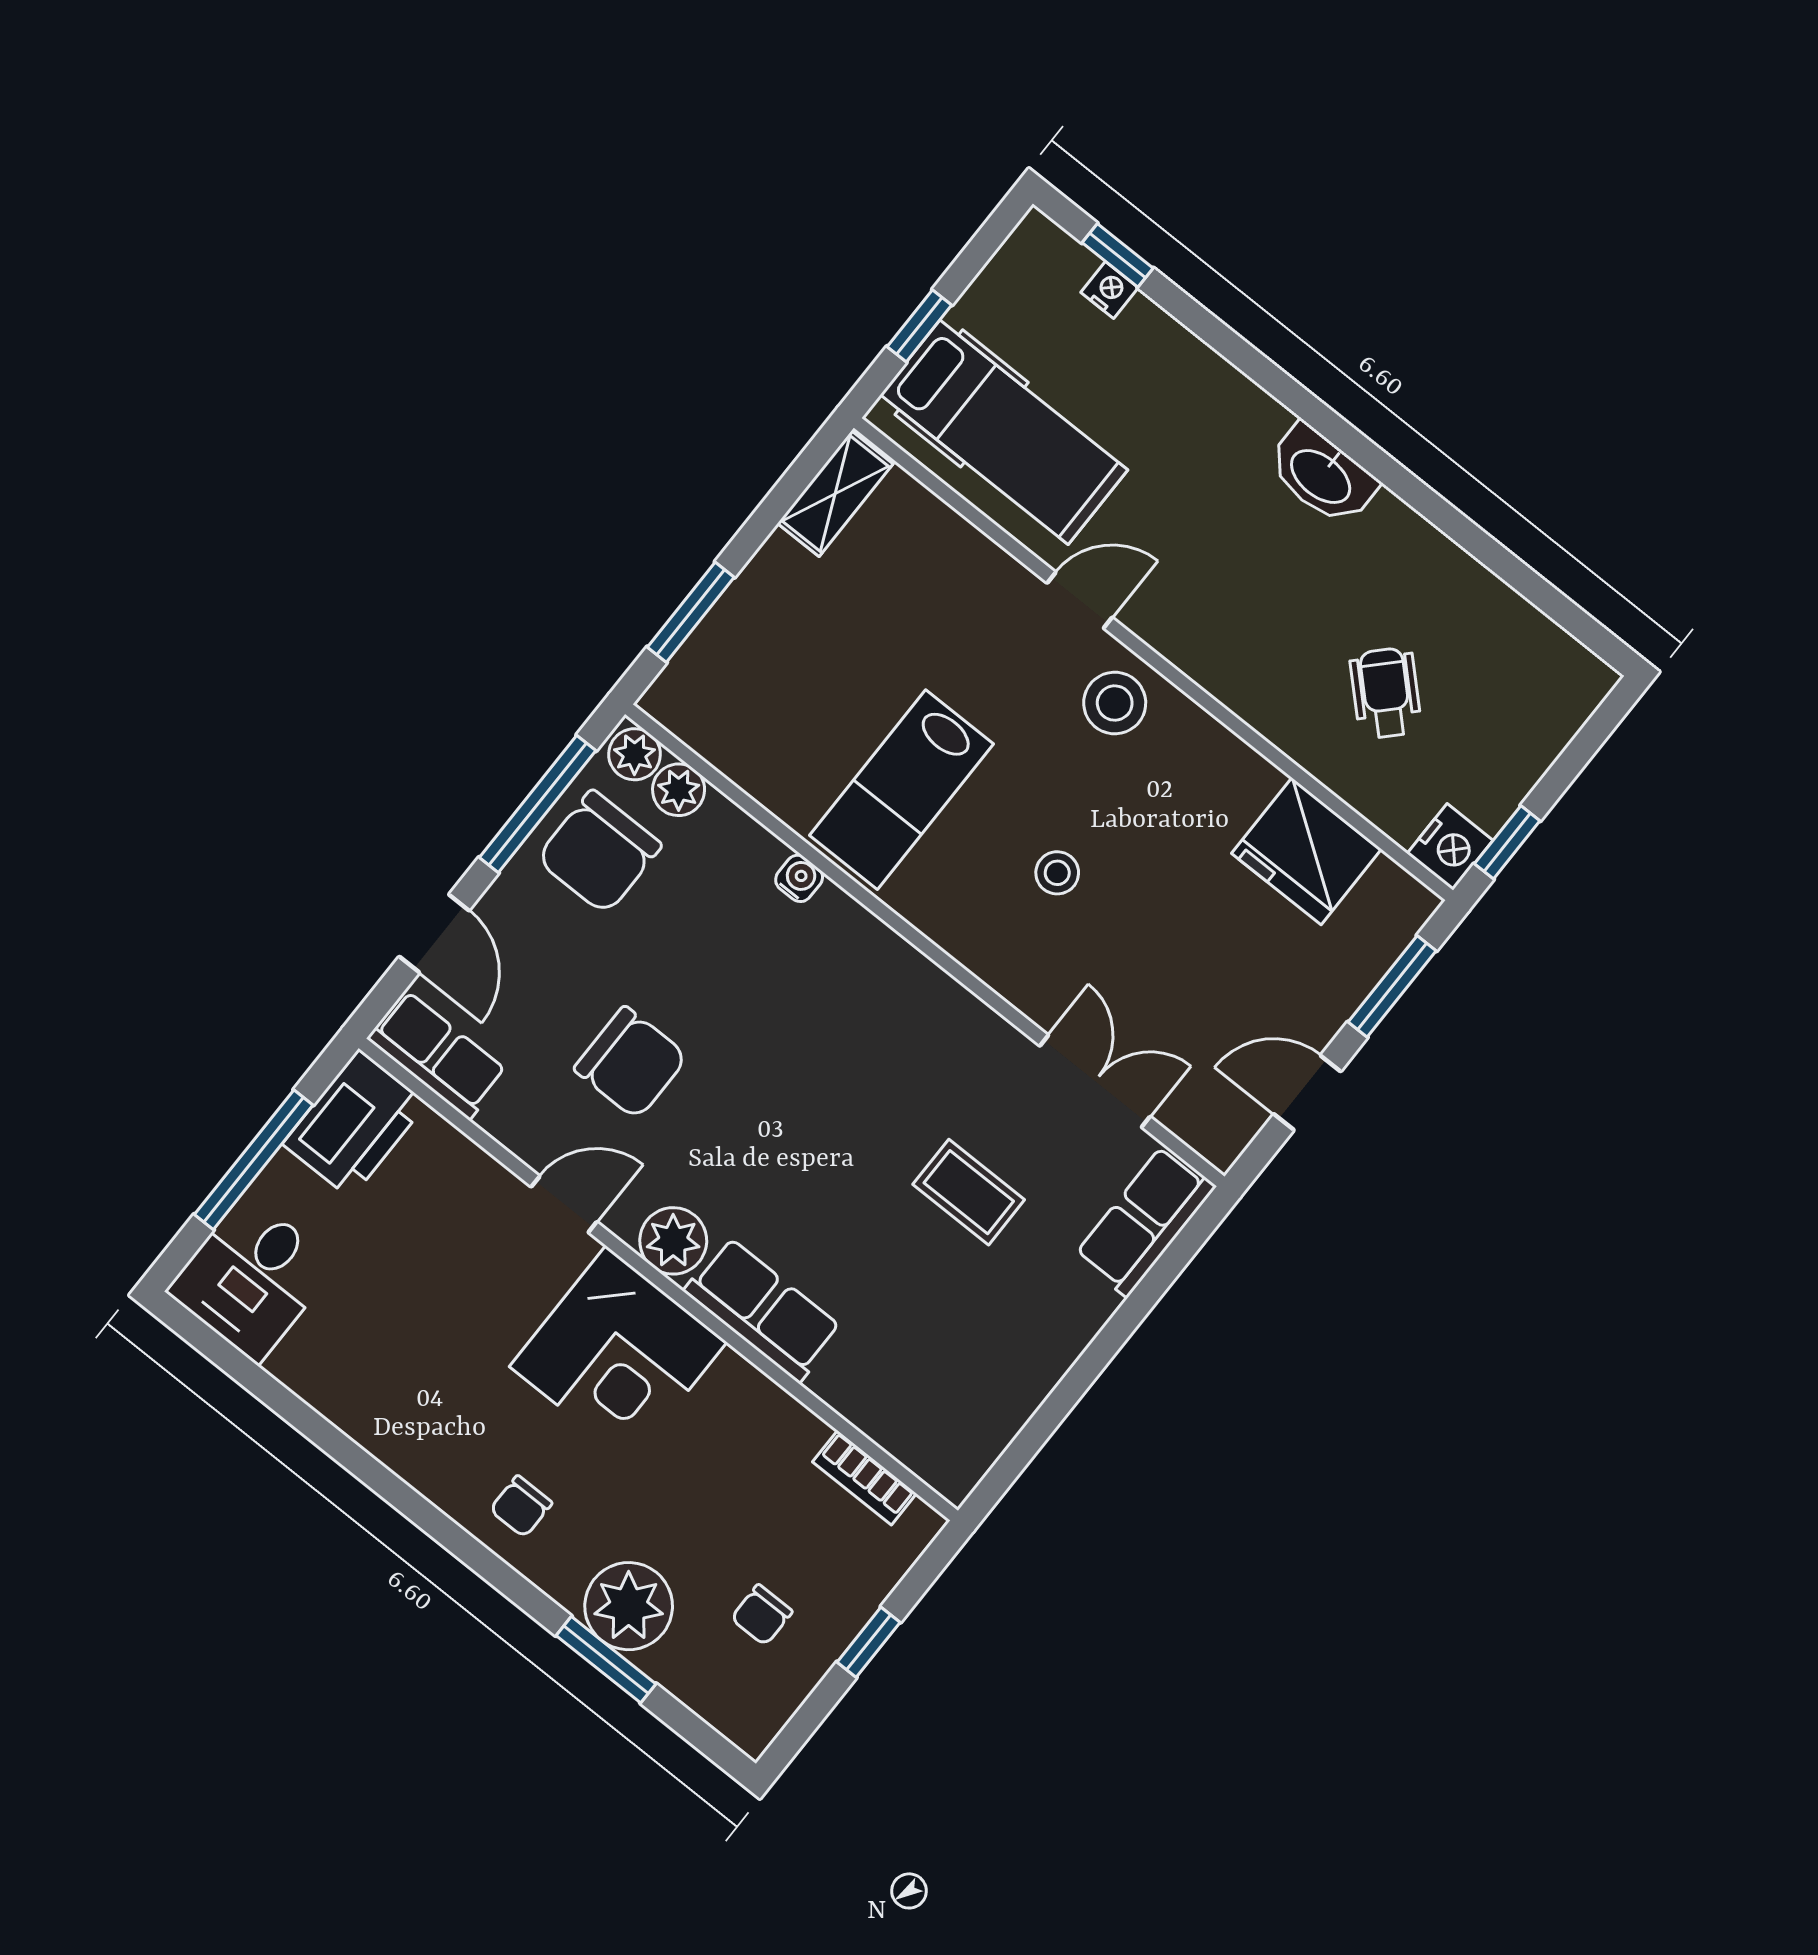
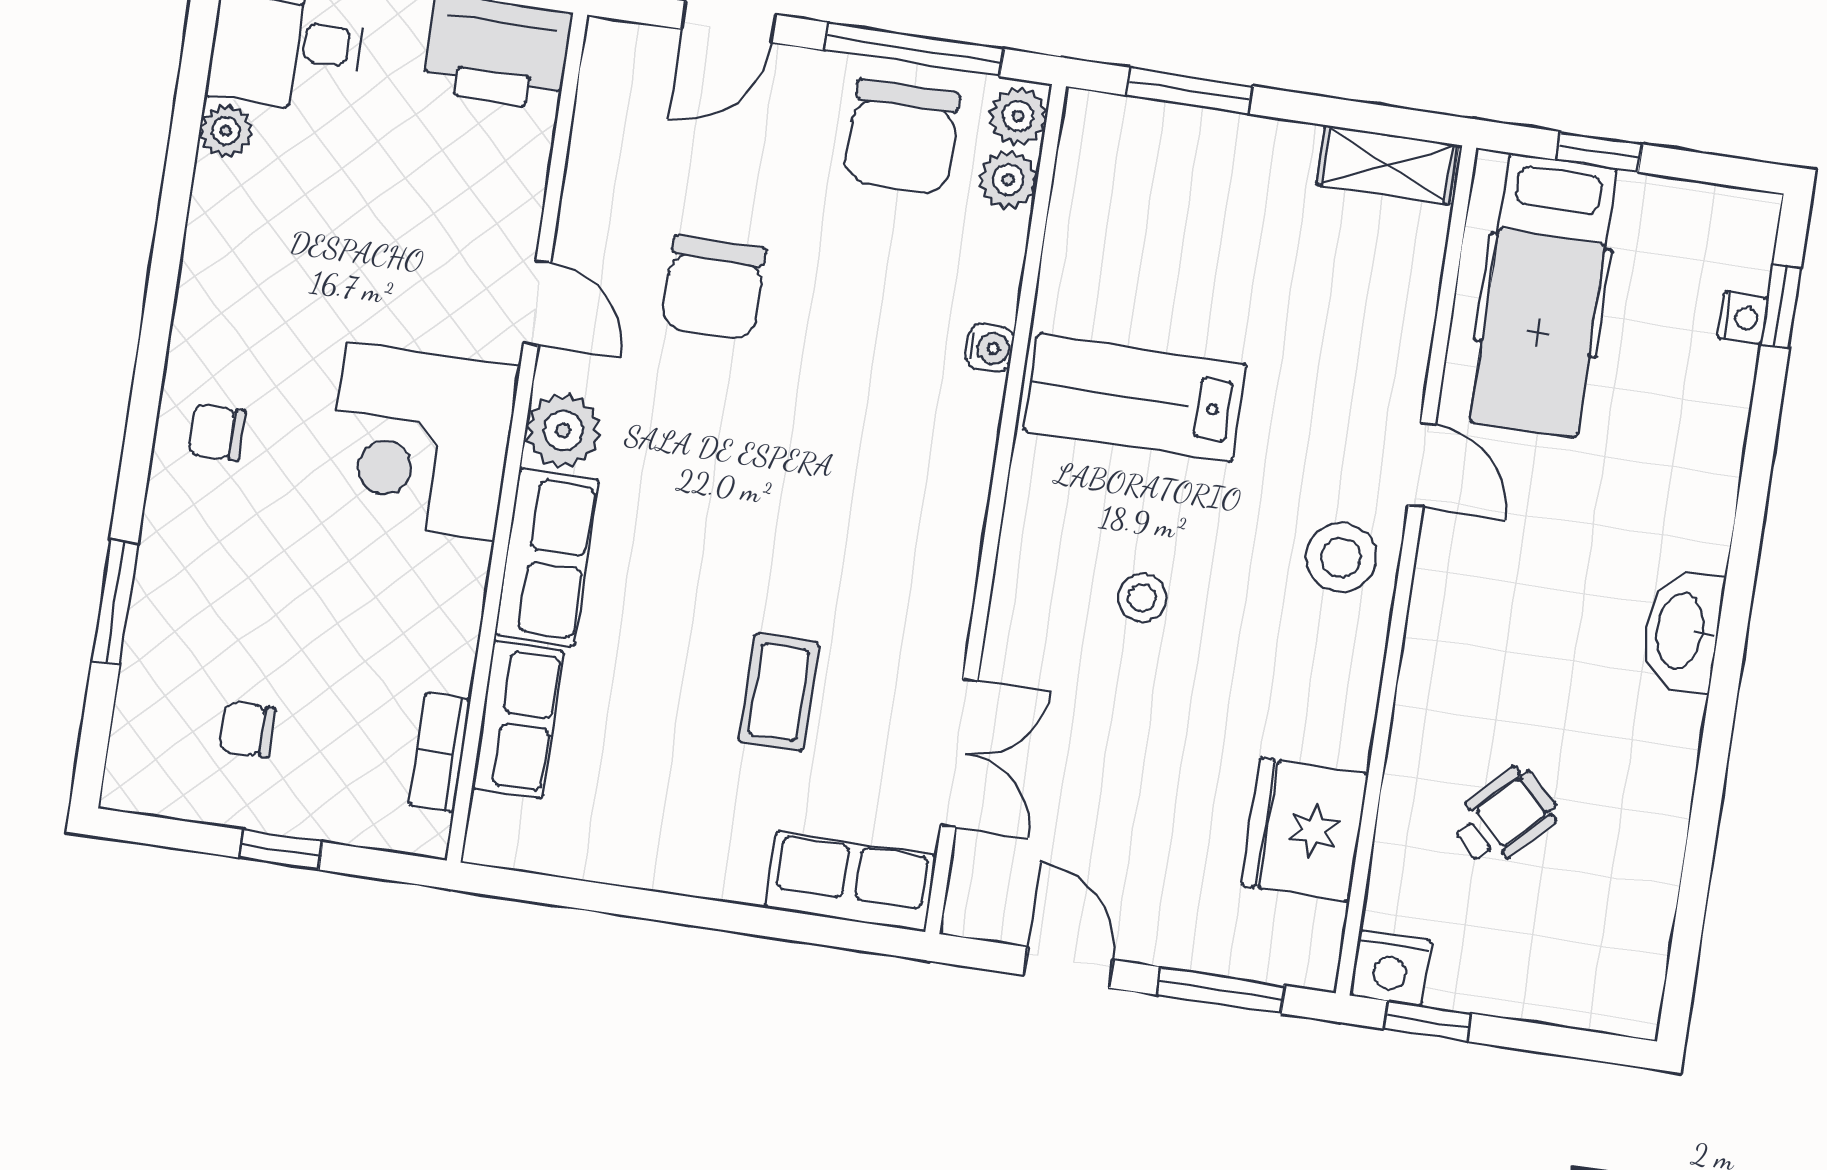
chair: (599, 852) -> (902, 137), turned -90
row of seats: (437, 1055) -> (518, 720), moved
plant: (629, 1606) -> (226, 131), moved, width x0.53, depth x0.53

